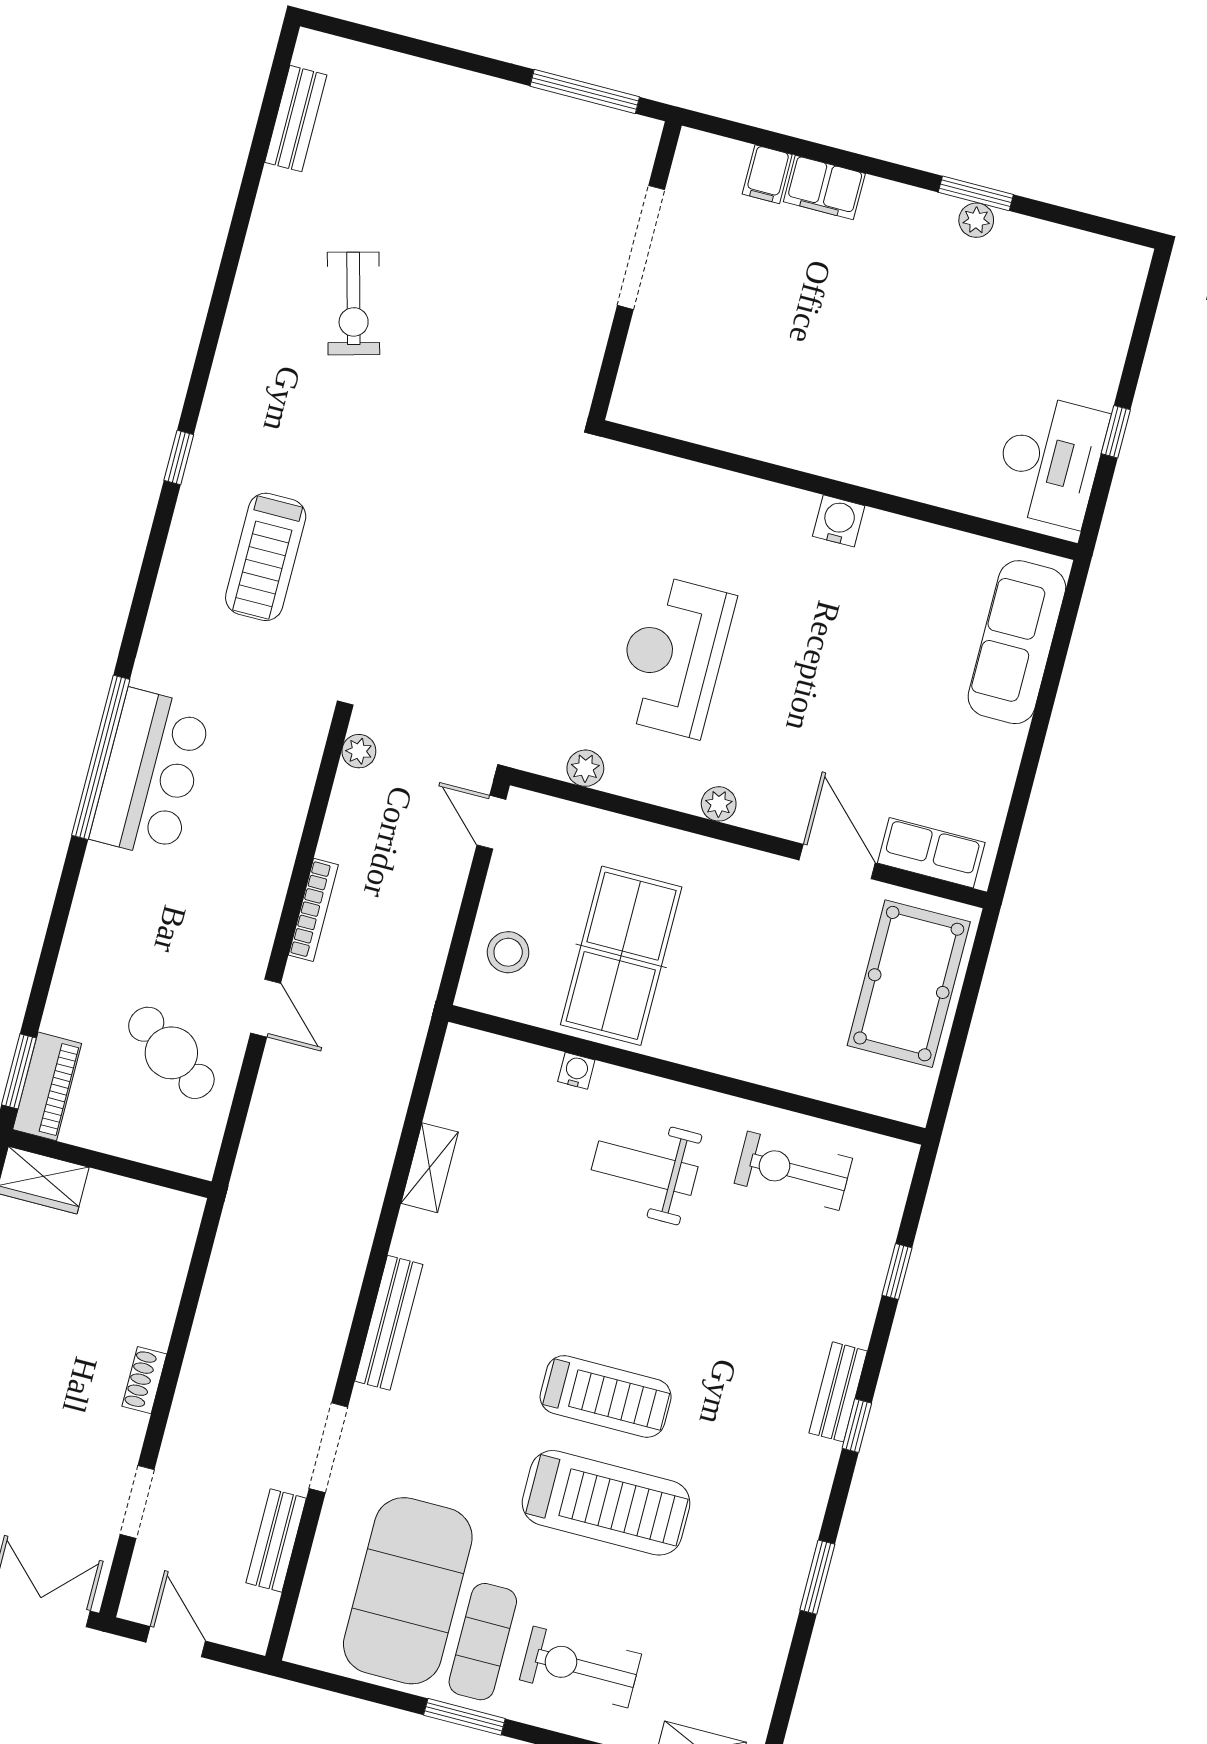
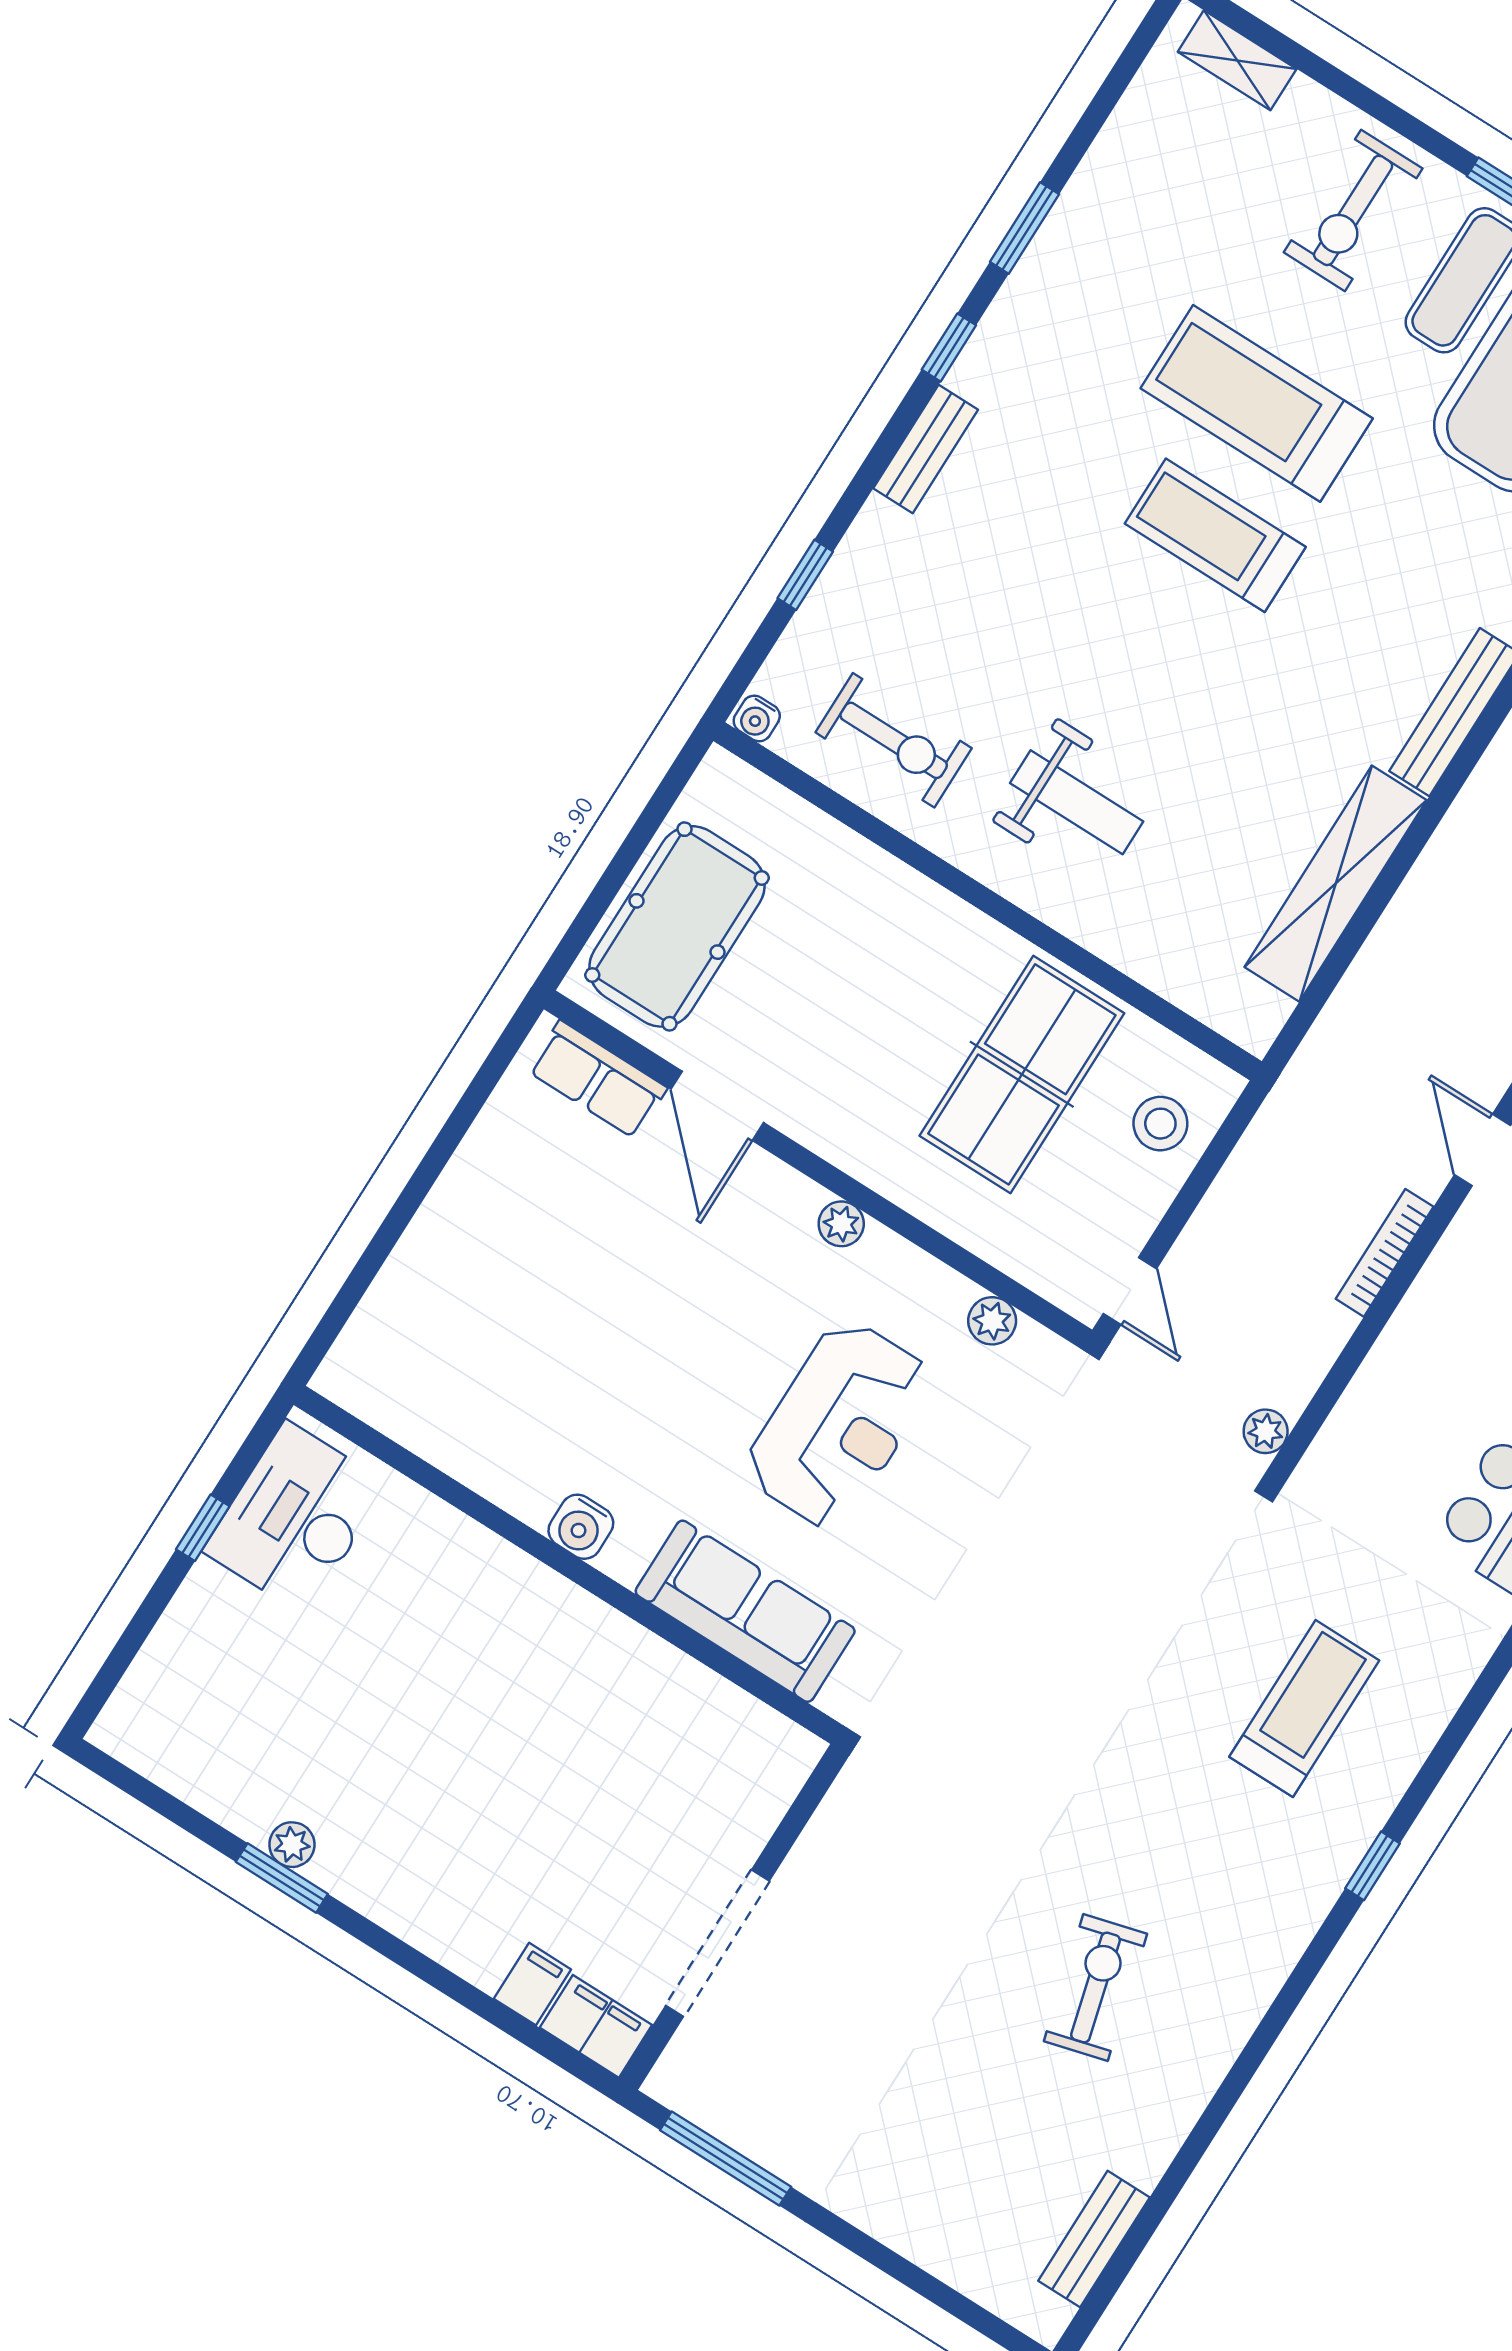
filing cabinet: (824, 188) -> (596, 2026), moved
sofa: (1017, 642) -> (745, 1611), moved, turned -90
water cooler: (576, 1071) -> (757, 718), moved
shelving: (430, 1168) -> (1336, 884), width x2.20, depth x1.33
window: (857, 1426) -> (949, 347), moved
exercise bike: (580, 1667) -> (1353, 210), turned 90

